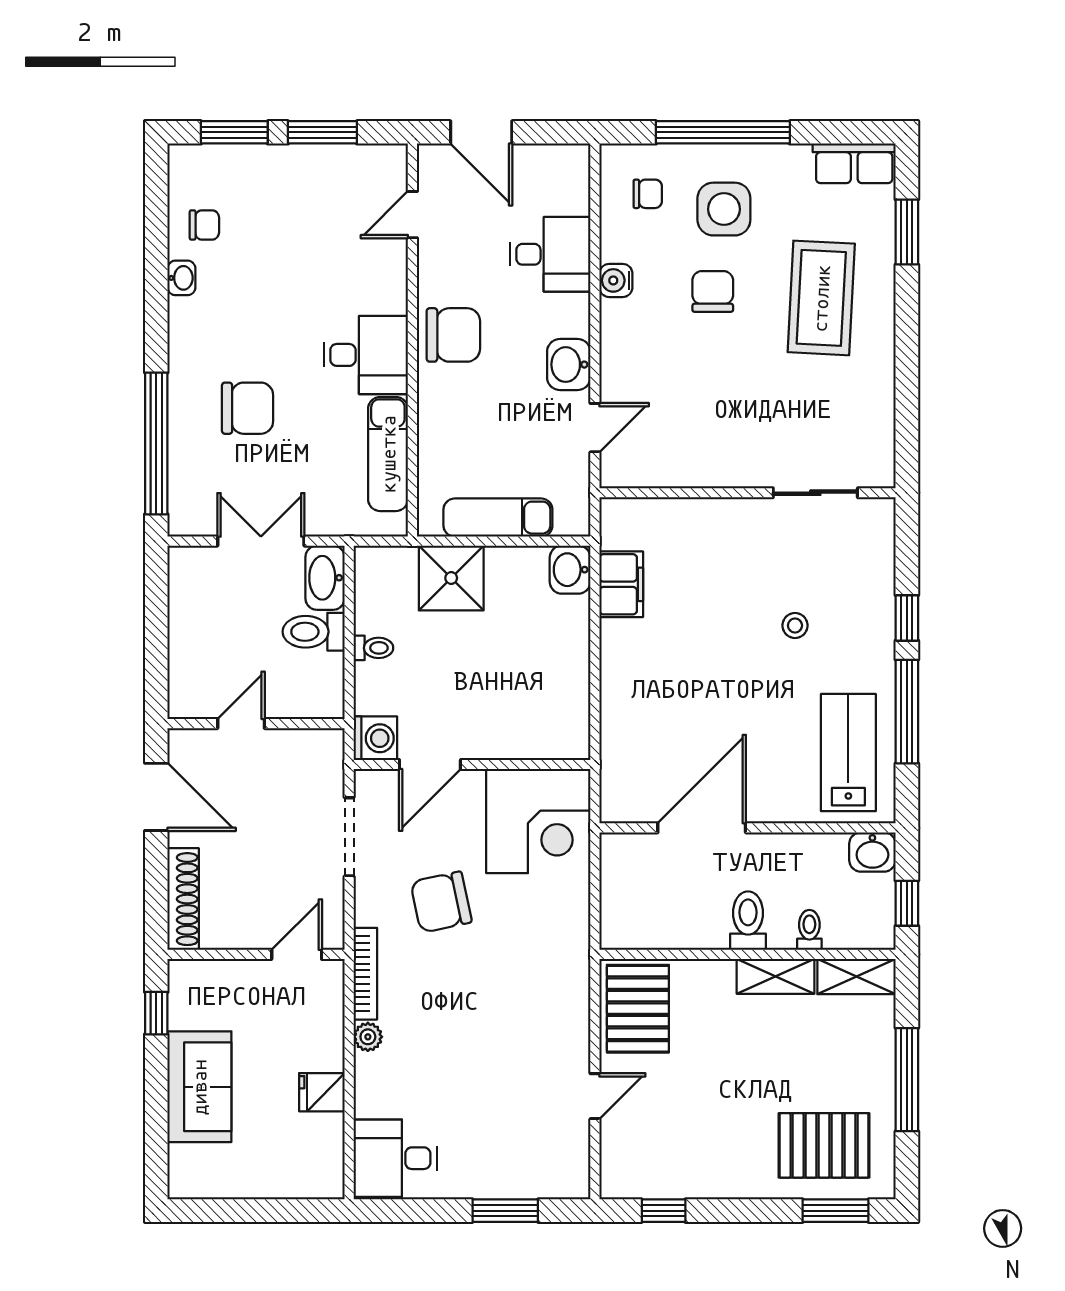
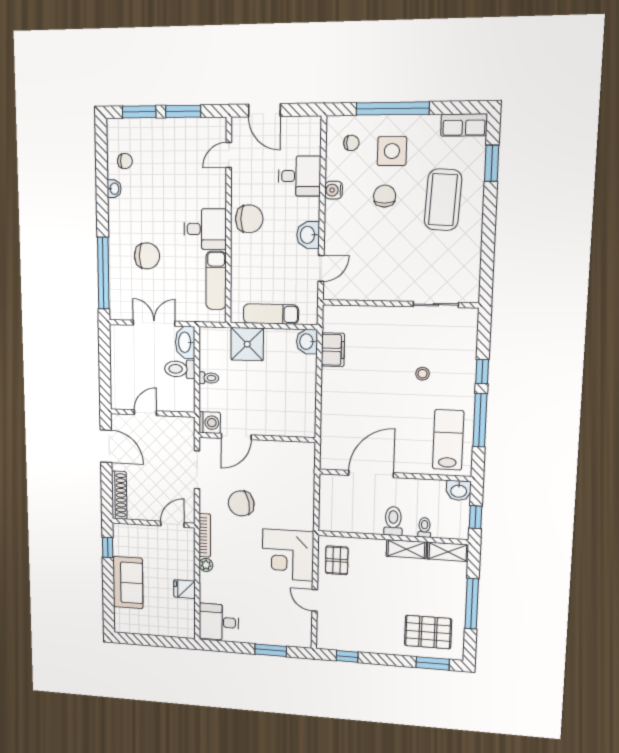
corner desk: (538, 821) -> (288, 555), moved, turned 90
pallet: (638, 1009) -> (337, 560), width x0.67, depth x0.71
door: (595, 1096) -> (315, 600), swing flipped

